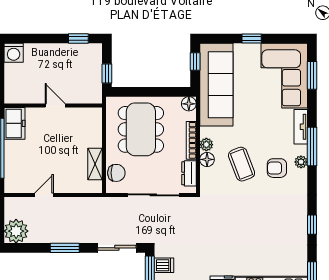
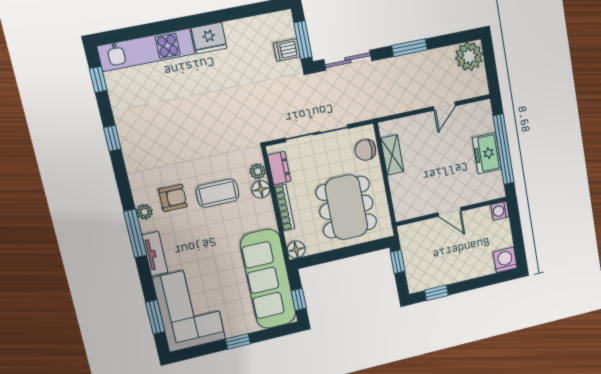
washing machine: (11, 97) -> (500, 211), added
freezer: (14, 123) -> (487, 153), moved
plant: (206, 145) -> (258, 171), moved
coffee table: (242, 164) -> (218, 193), turned -69

